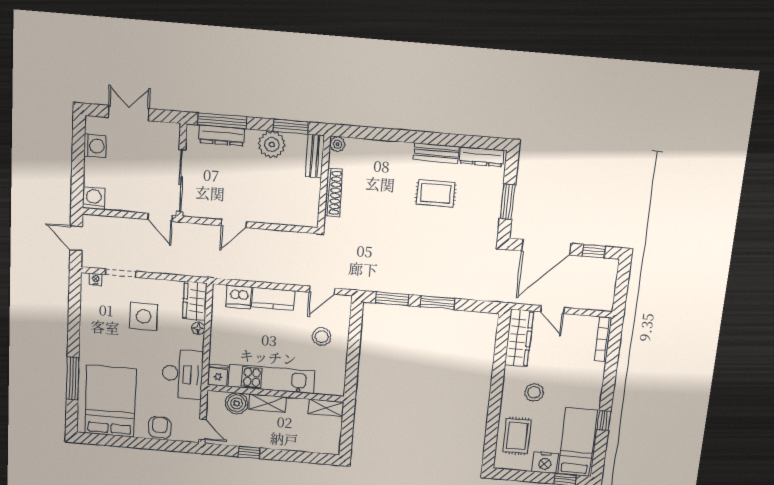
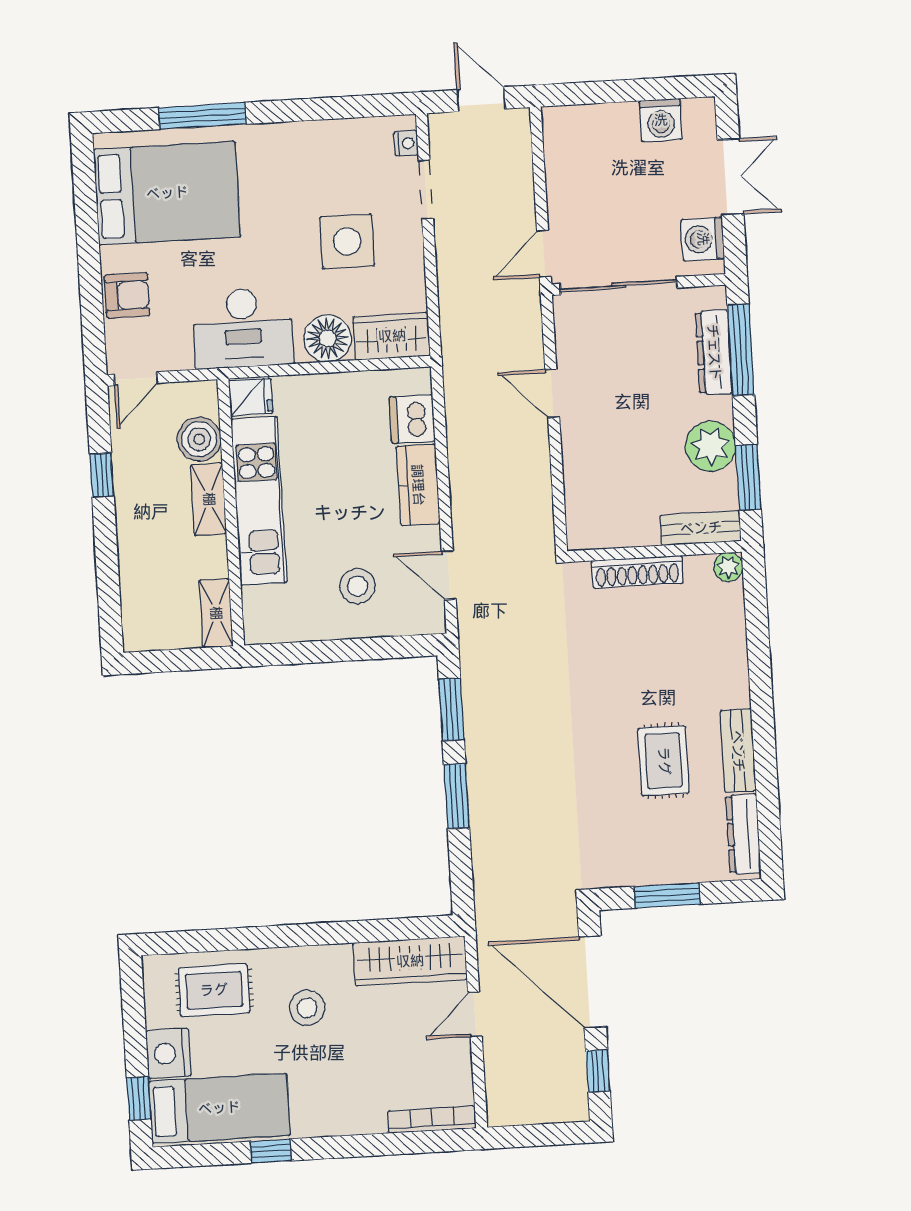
washing machine: (94, 198) -> (703, 239), moved, turned 180
door: (76, 238) -> (481, 99), hinge flipped
floor lamp: (198, 328) -> (328, 338), width x1.89, depth x1.89

